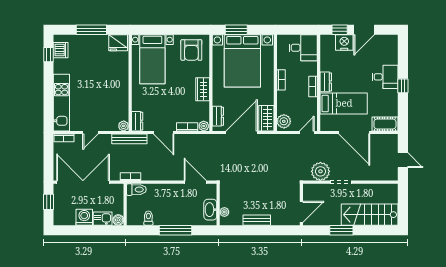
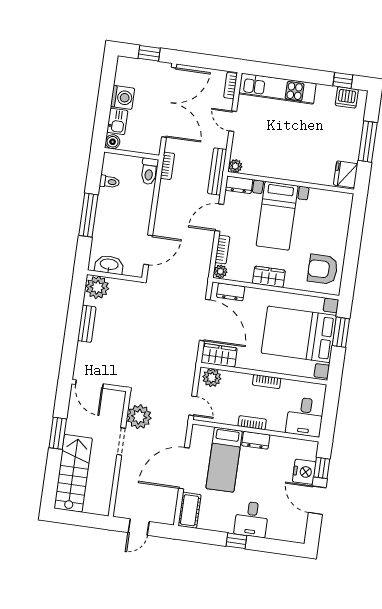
bed with nightstands: (152, 59) -> (277, 216), moved, turned -90
plant: (224, 212) -> (97, 287), width x1.88, depth x1.88

